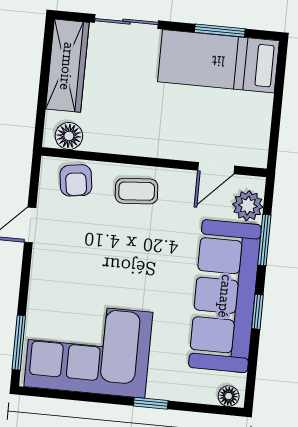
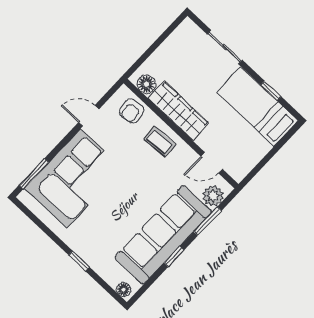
window: (220, 31) -> (271, 91), width x0.67
wardrobe: (67, 66) -> (178, 111), moved, turned -90
corner sofa: (88, 349) -> (74, 178), moved, turned 90

